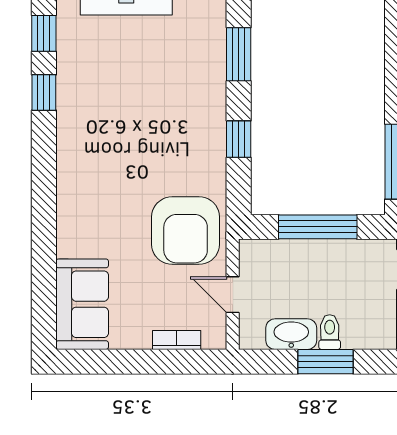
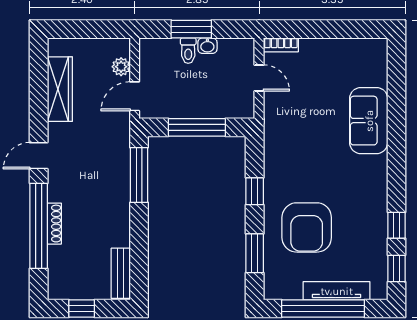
armchair: (186, 231) -> (307, 227), moved, turned 180
sofa: (82, 304) -> (369, 121), moved
washbasin: (291, 334) -> (207, 46), width x0.52, depth x0.69
bookcase: (177, 340) -> (281, 45), moved

